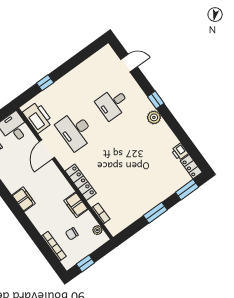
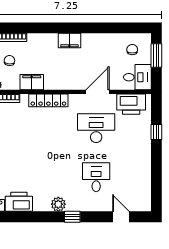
door: (129, 63) -> (121, 217), swing flipped
door: (47, 150) -> (98, 92), hinge flipped
printer: (180, 152) -> (19, 202), width x1.87, depth x1.48

